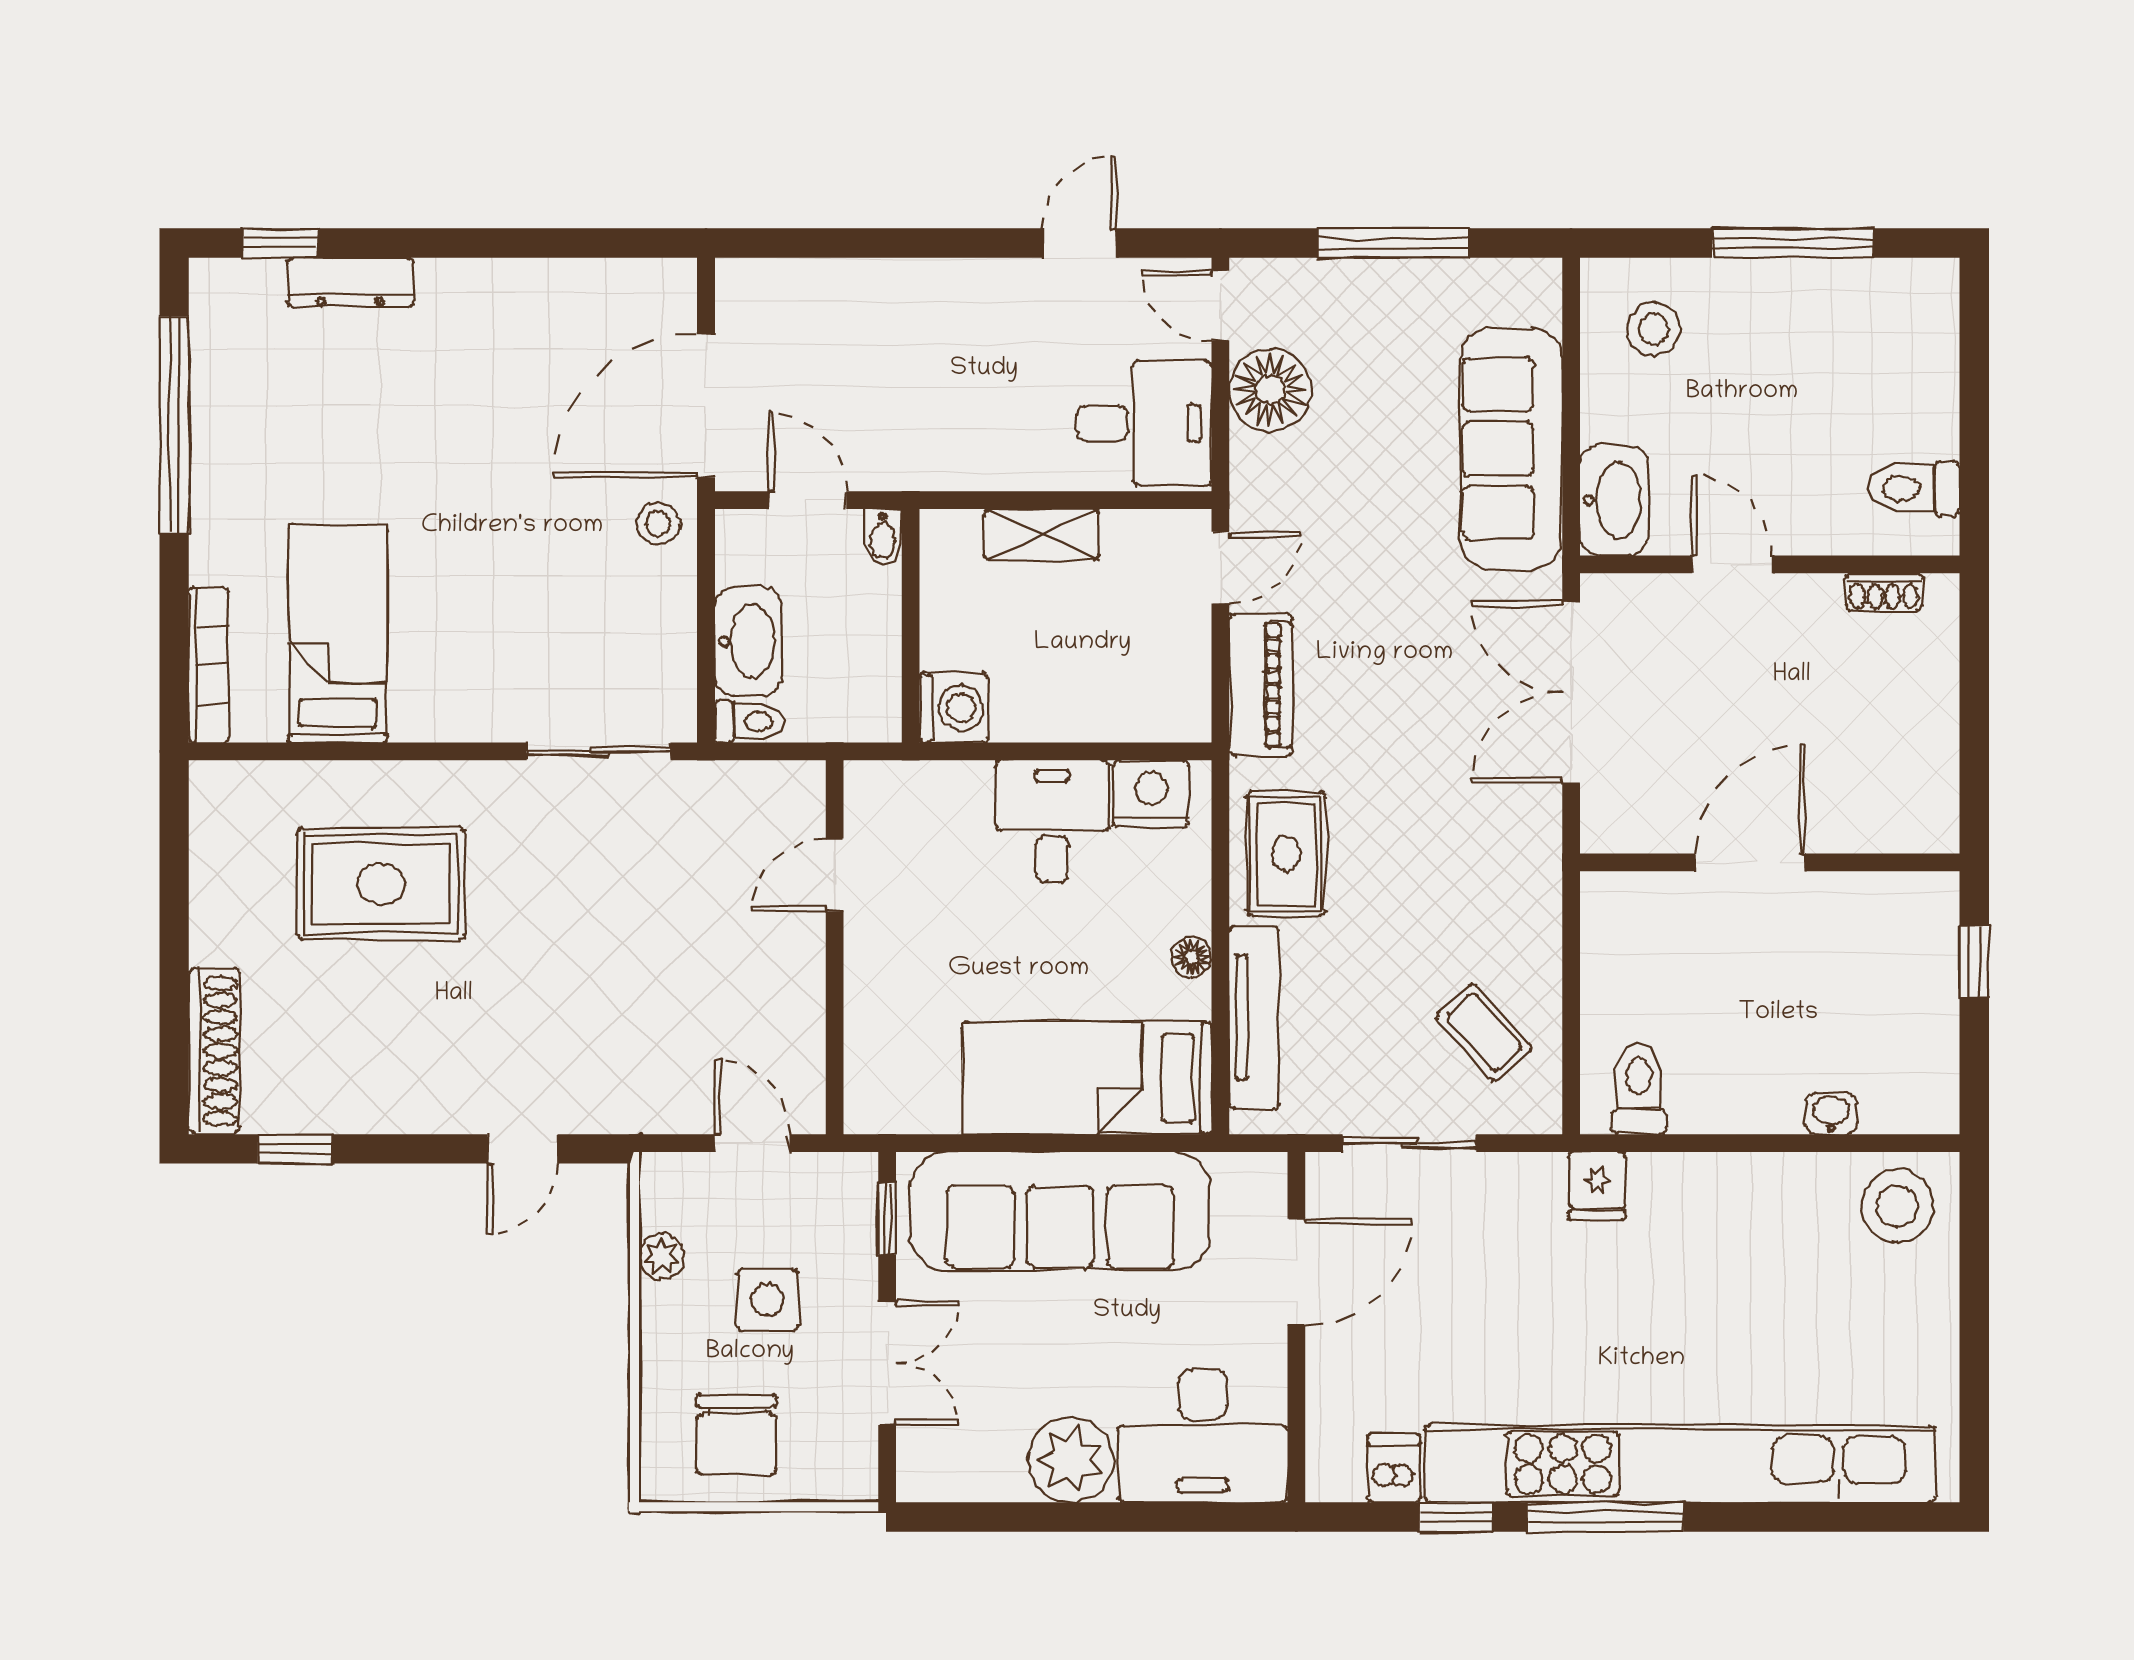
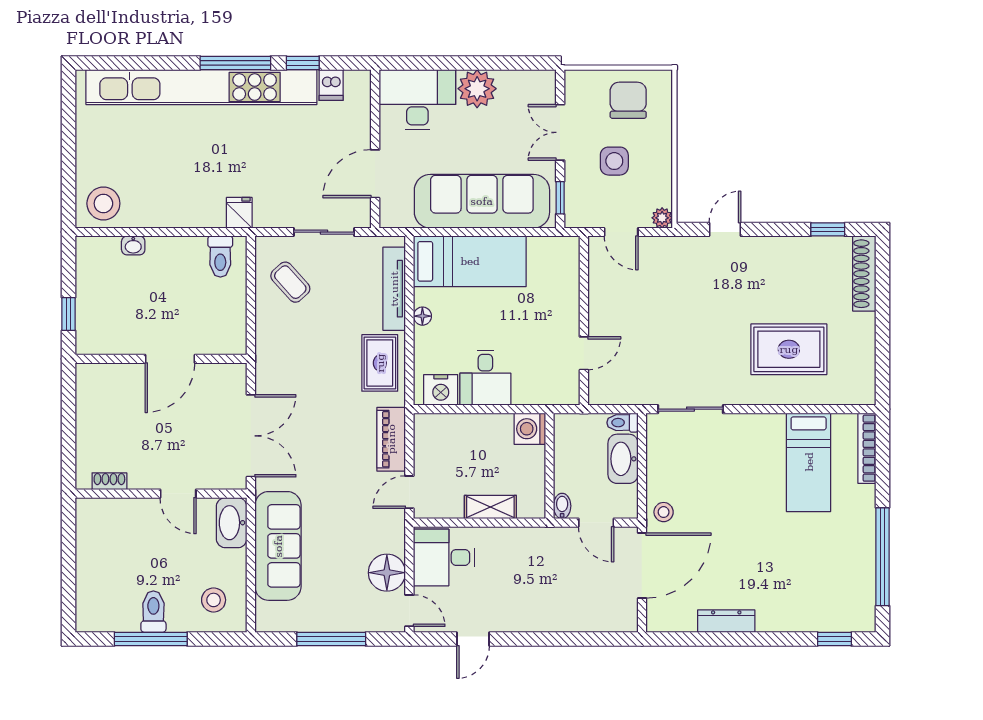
dresser: (350, 282) -> (726, 621), moved
toilet: (1914, 489) -> (153, 612), moved, turned -90
plant: (661, 1256) -> (662, 218), moved

